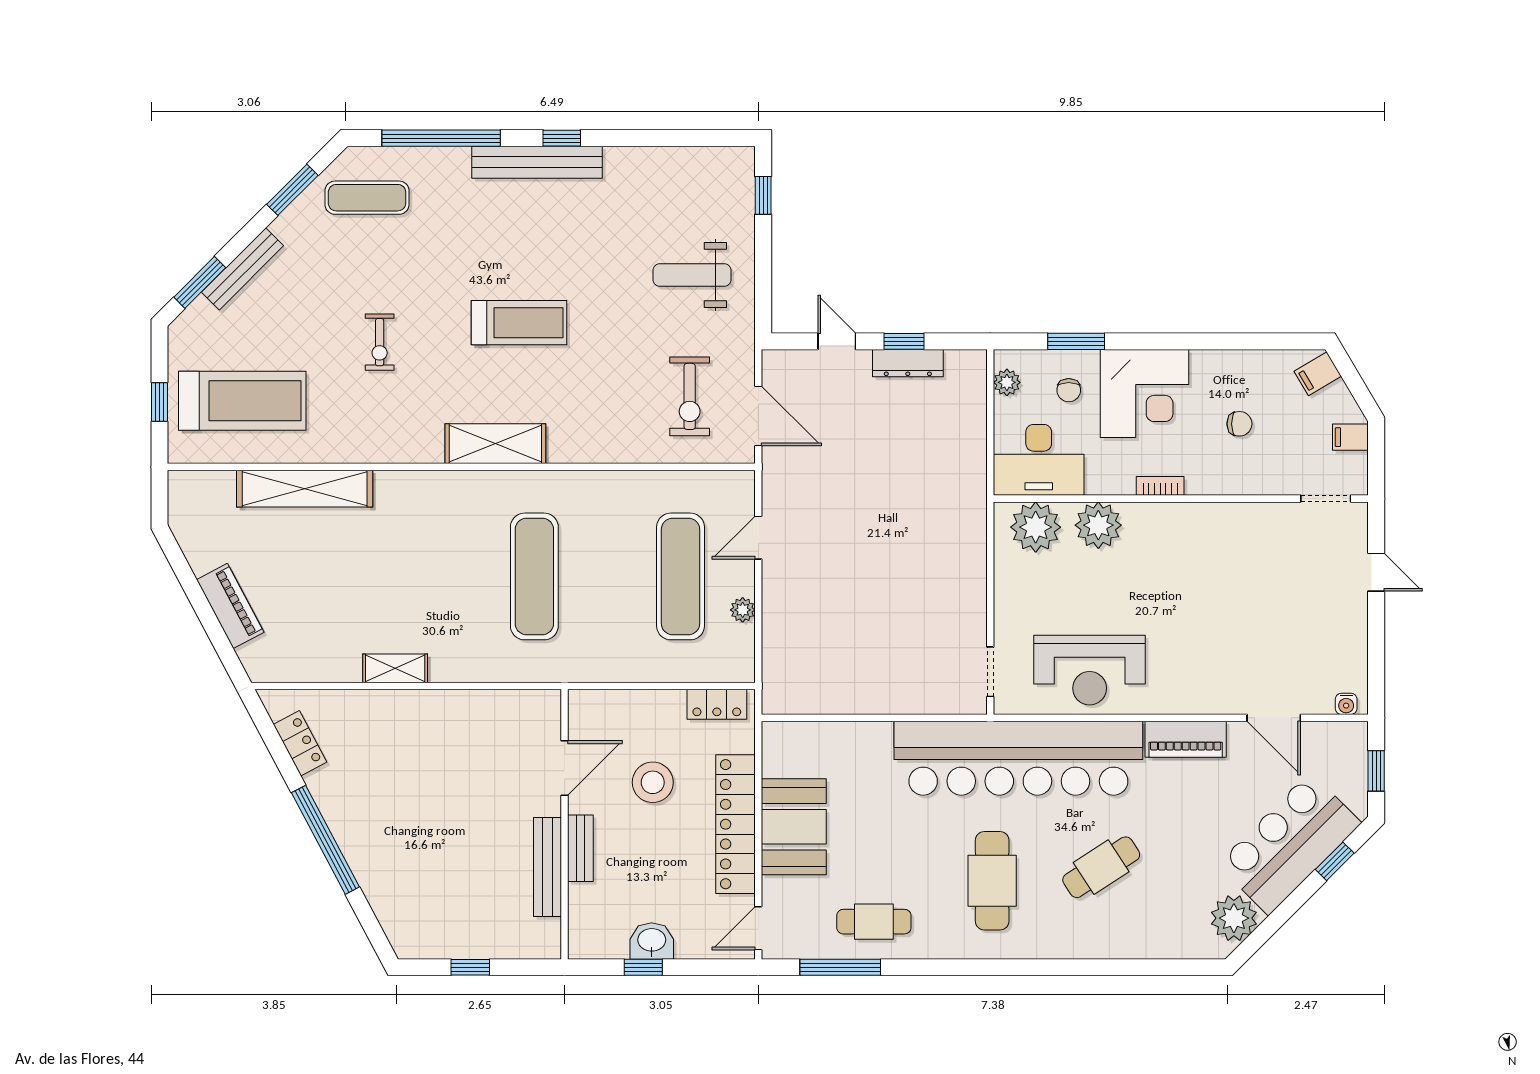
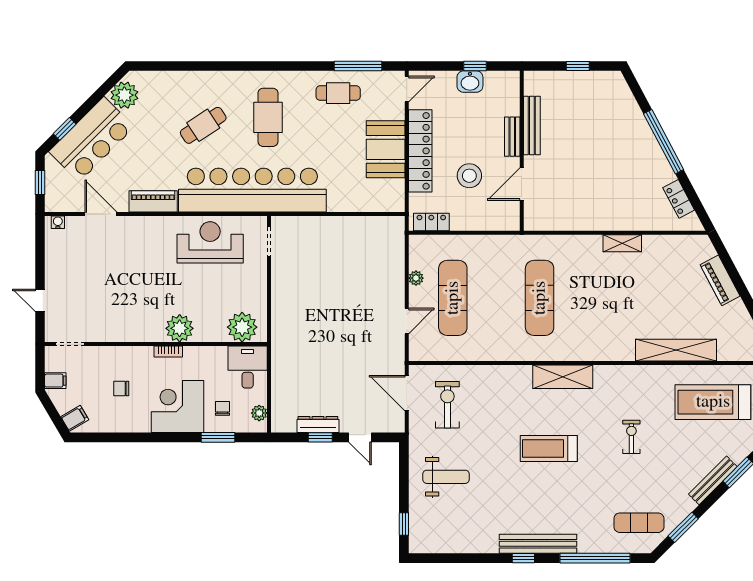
desk: (1039, 460) -> (248, 367), width x0.73
plant: (1098, 525) -> (180, 328), moved

